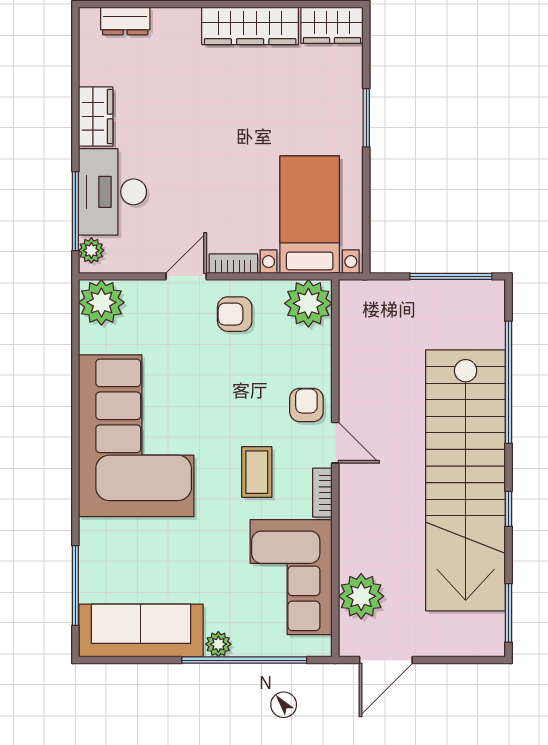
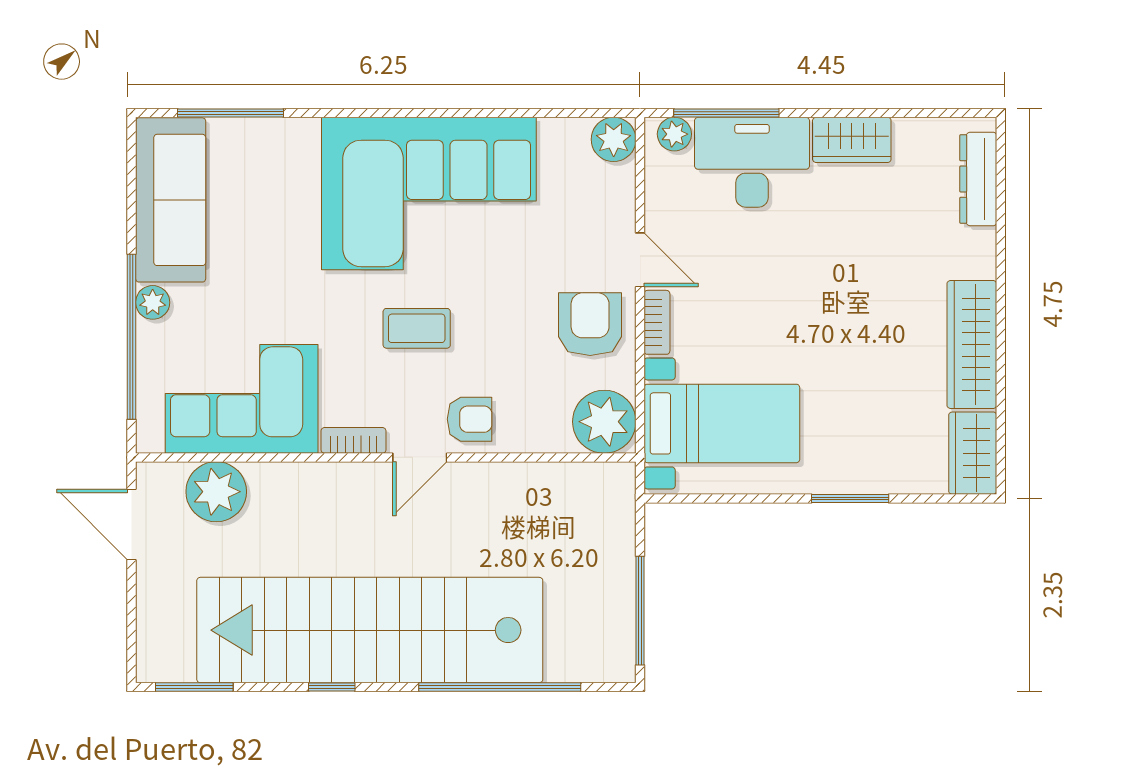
dresser: (125, 21) -> (978, 179), width x1.44
plant: (101, 302) -> (614, 139), width x0.73, depth x0.73
armchair: (235, 314) -> (590, 324), width x1.38, depth x1.38
coffee table: (257, 472) -> (417, 328), moved

